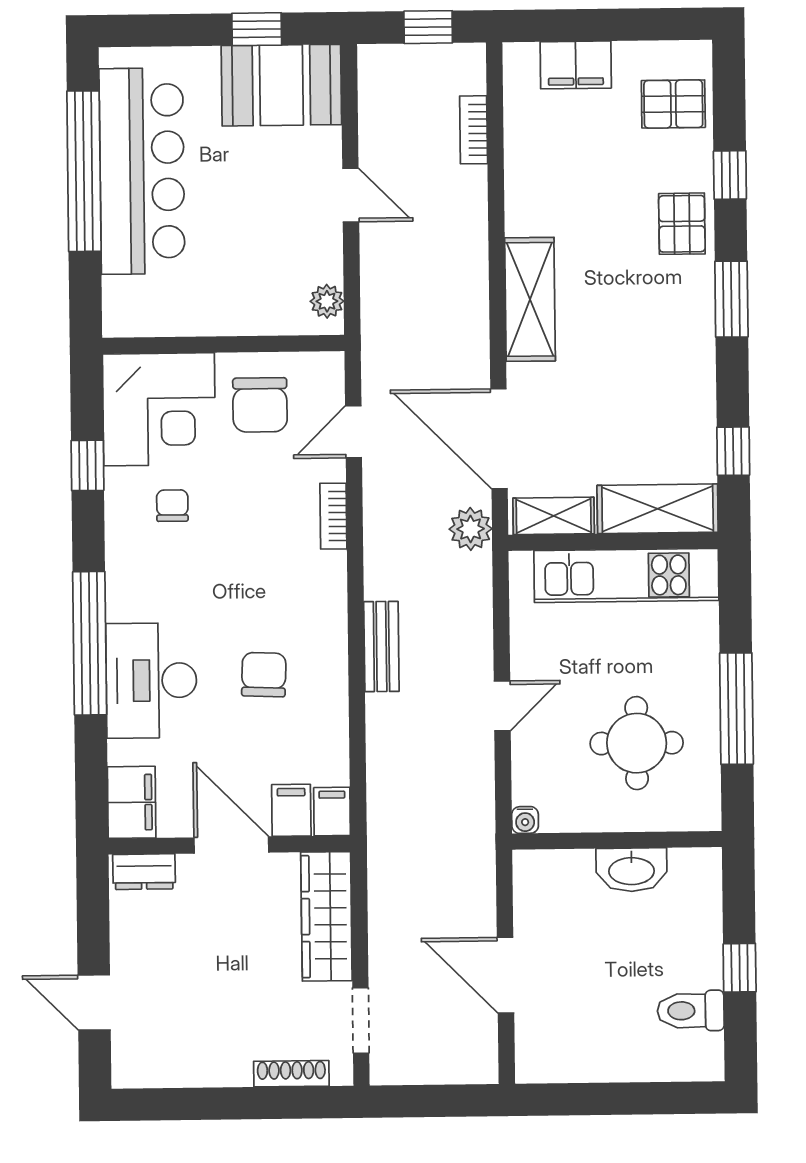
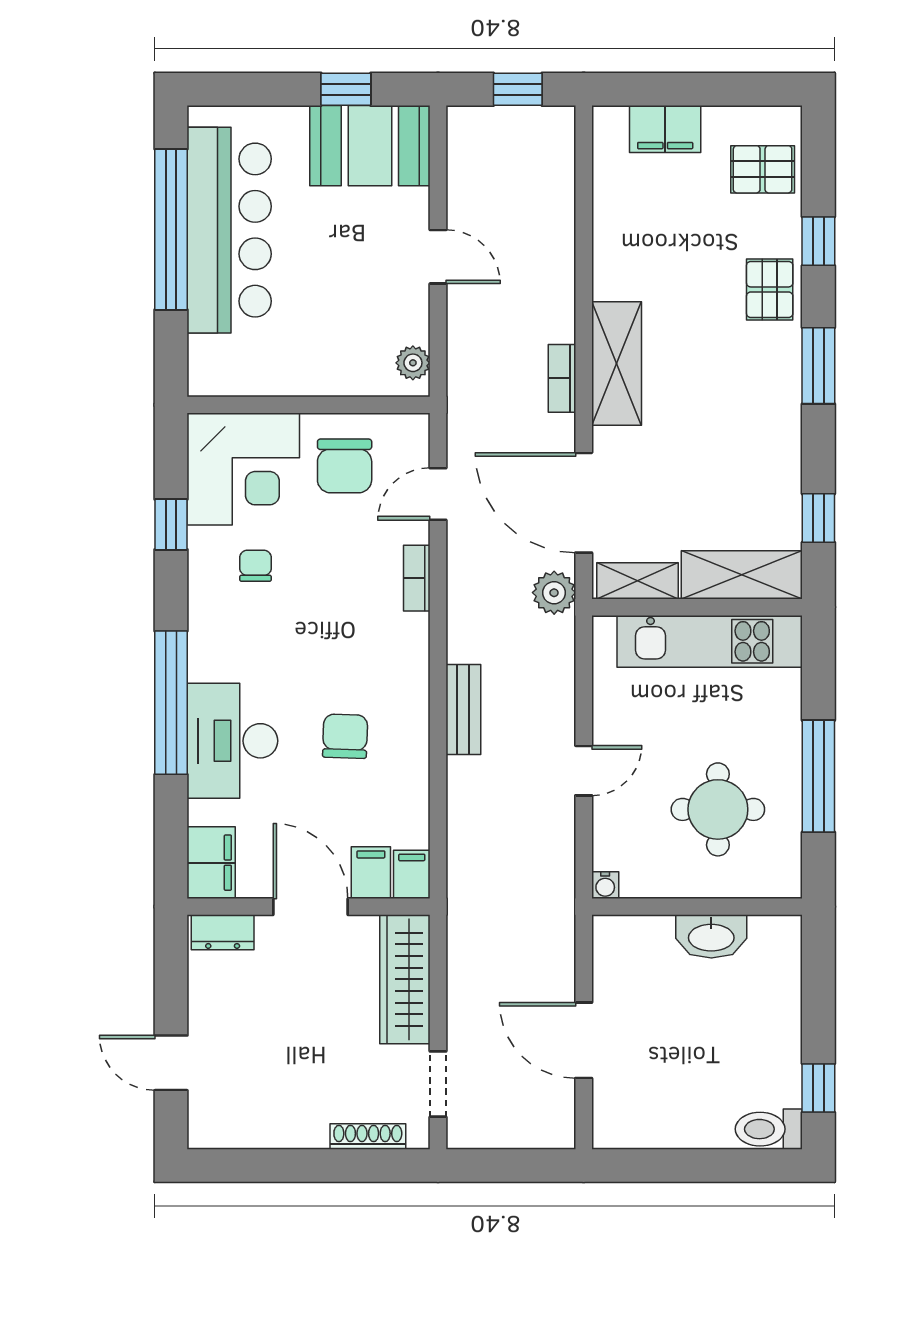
bookcase: (474, 130) -> (562, 378), moved
window: (740, 968) -> (818, 1088), moved
toilet: (691, 1011) -> (769, 1129), moved

